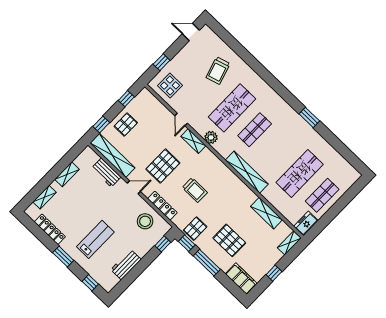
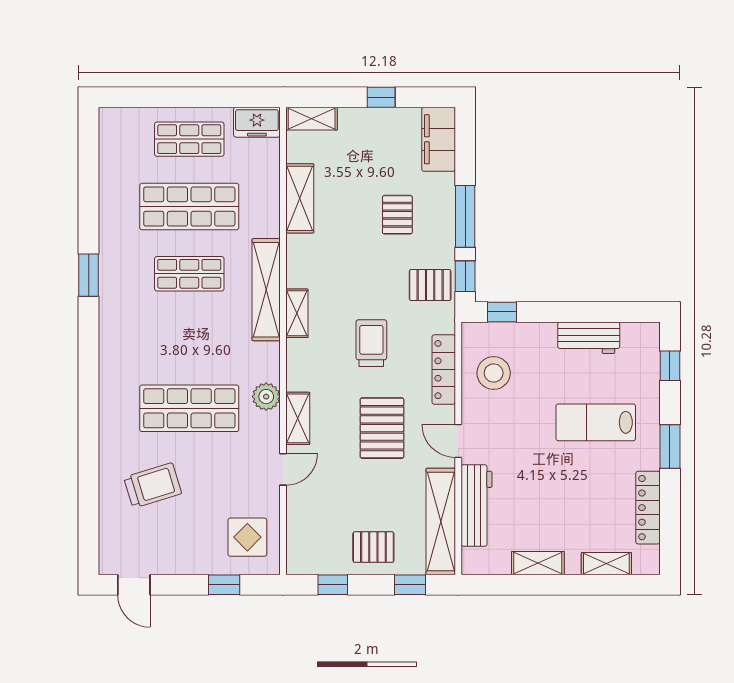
shop shelf: (255, 130) -> (189, 274), moved
pallet: (163, 166) -> (382, 428), turned 90
workbench: (106, 173) -> (477, 505), width x1.38
shelving: (229, 175) -> (297, 313), added
pallet: (229, 240) -> (397, 215), width x0.67, depth x0.71

